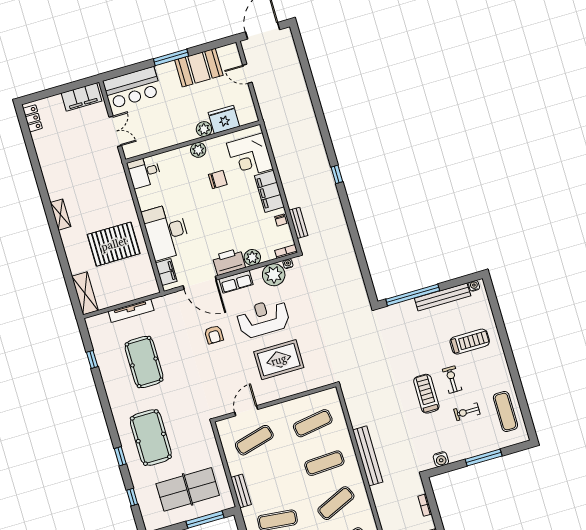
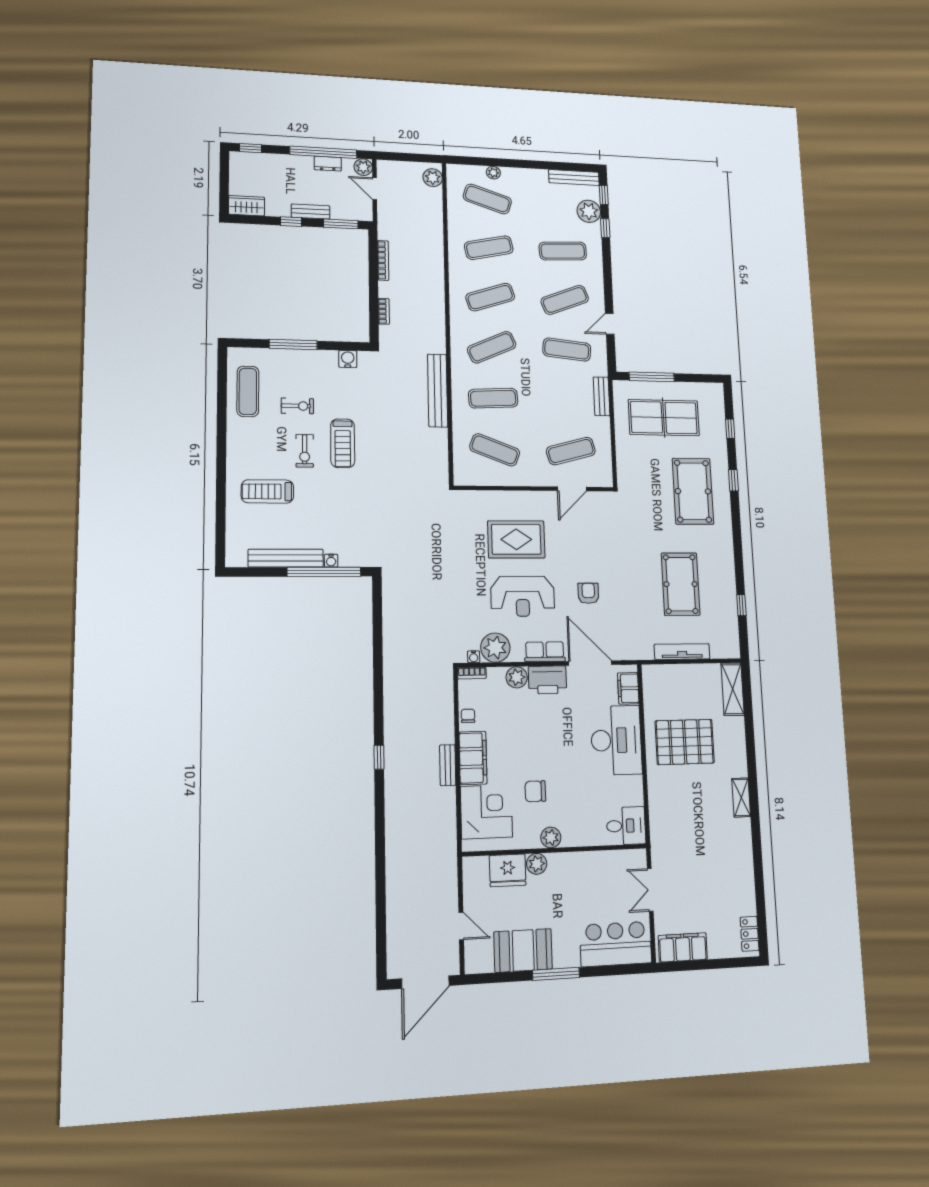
bench: (298, 223) -> (448, 765), moved
water cooler: (474, 286) -> (331, 561), moved
exercise mat: (313, 423) -> (495, 450), turned 30

